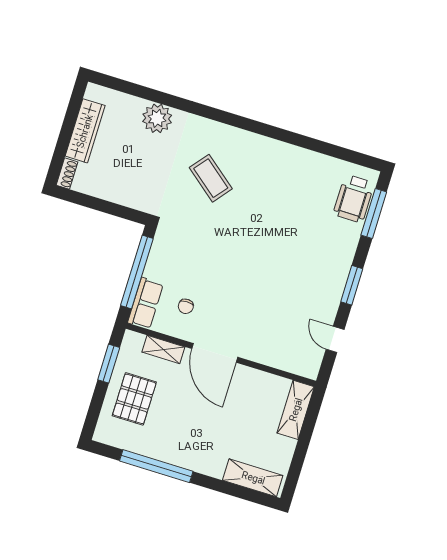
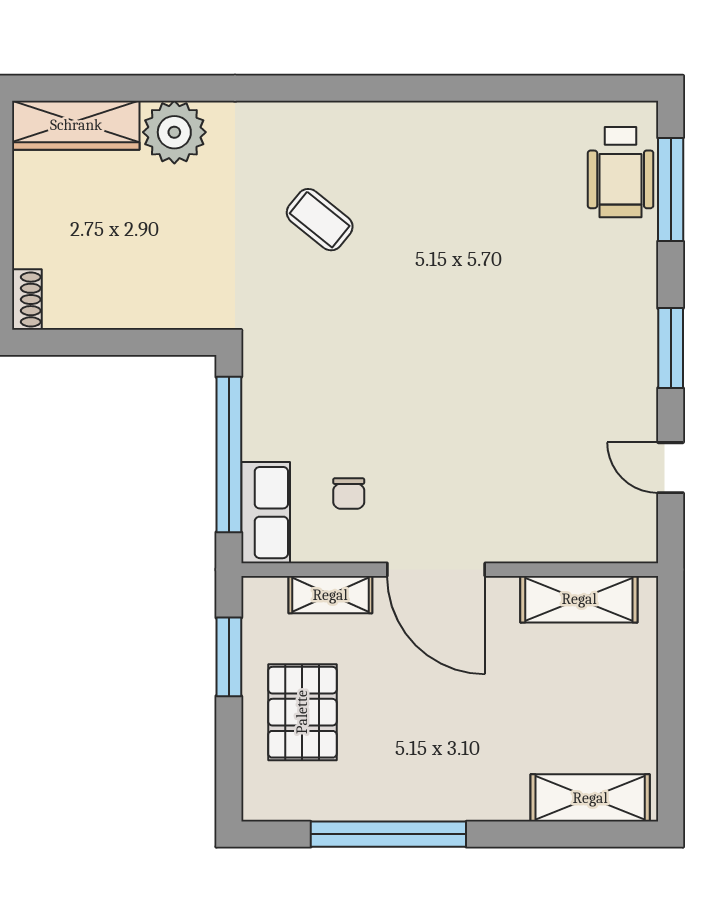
wardrobe: (85, 131) -> (76, 125), moved, turned 90
coffee table: (211, 178) -> (320, 220), width x0.73, depth x0.77
shelving: (296, 410) -> (579, 599), moved, turned 90

